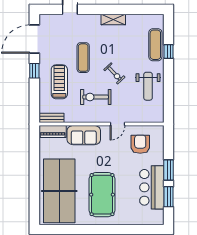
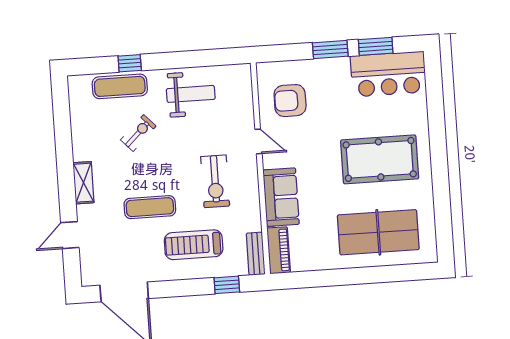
shelving: (113, 20) -> (83, 183), moved
window: (34, 71) -> (227, 285), moved
exercise bike: (114, 73) -> (138, 133), moved
bar counter: (152, 187) -> (388, 74), moved
table tennis table: (59, 191) -> (378, 232), width x0.73, depth x0.76

